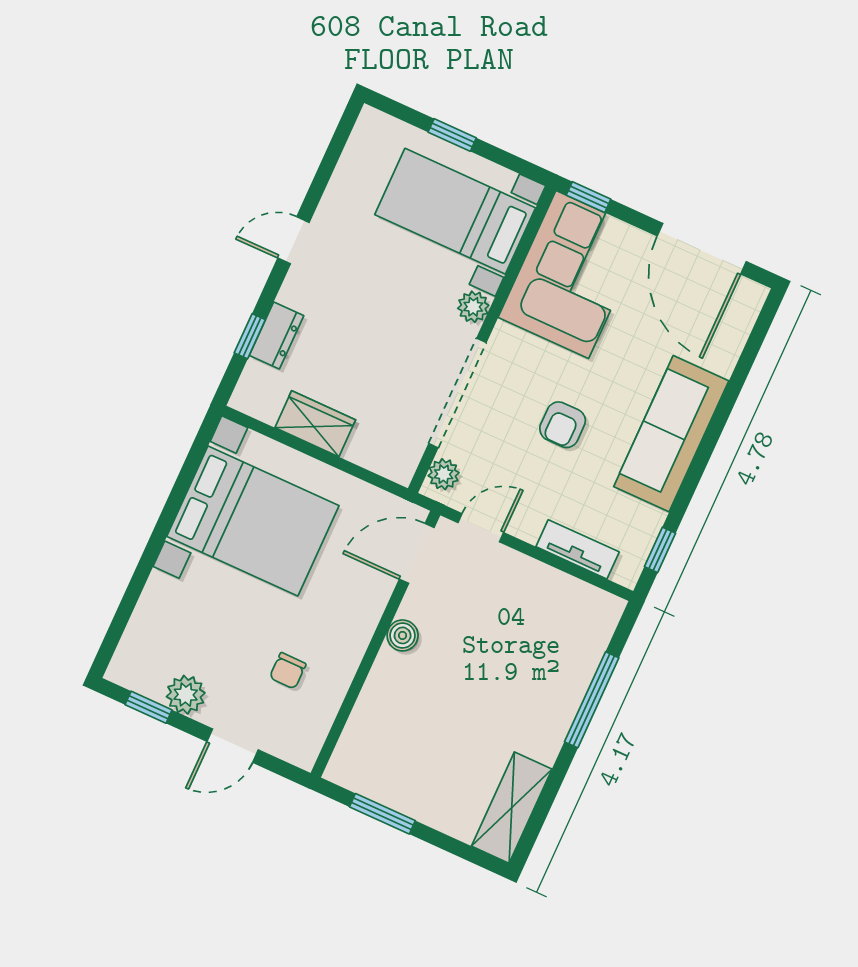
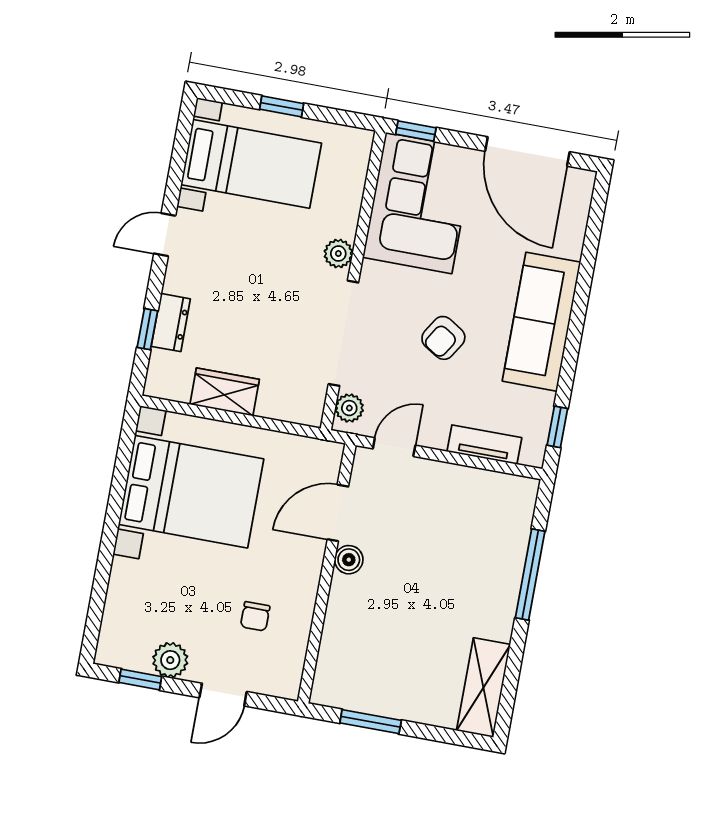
bed with nightstands: (455, 211) -> (251, 164), moved, turned 180
armchair: (563, 425) -> (443, 338), turned 32
door: (417, 553) -> (338, 513), moved

